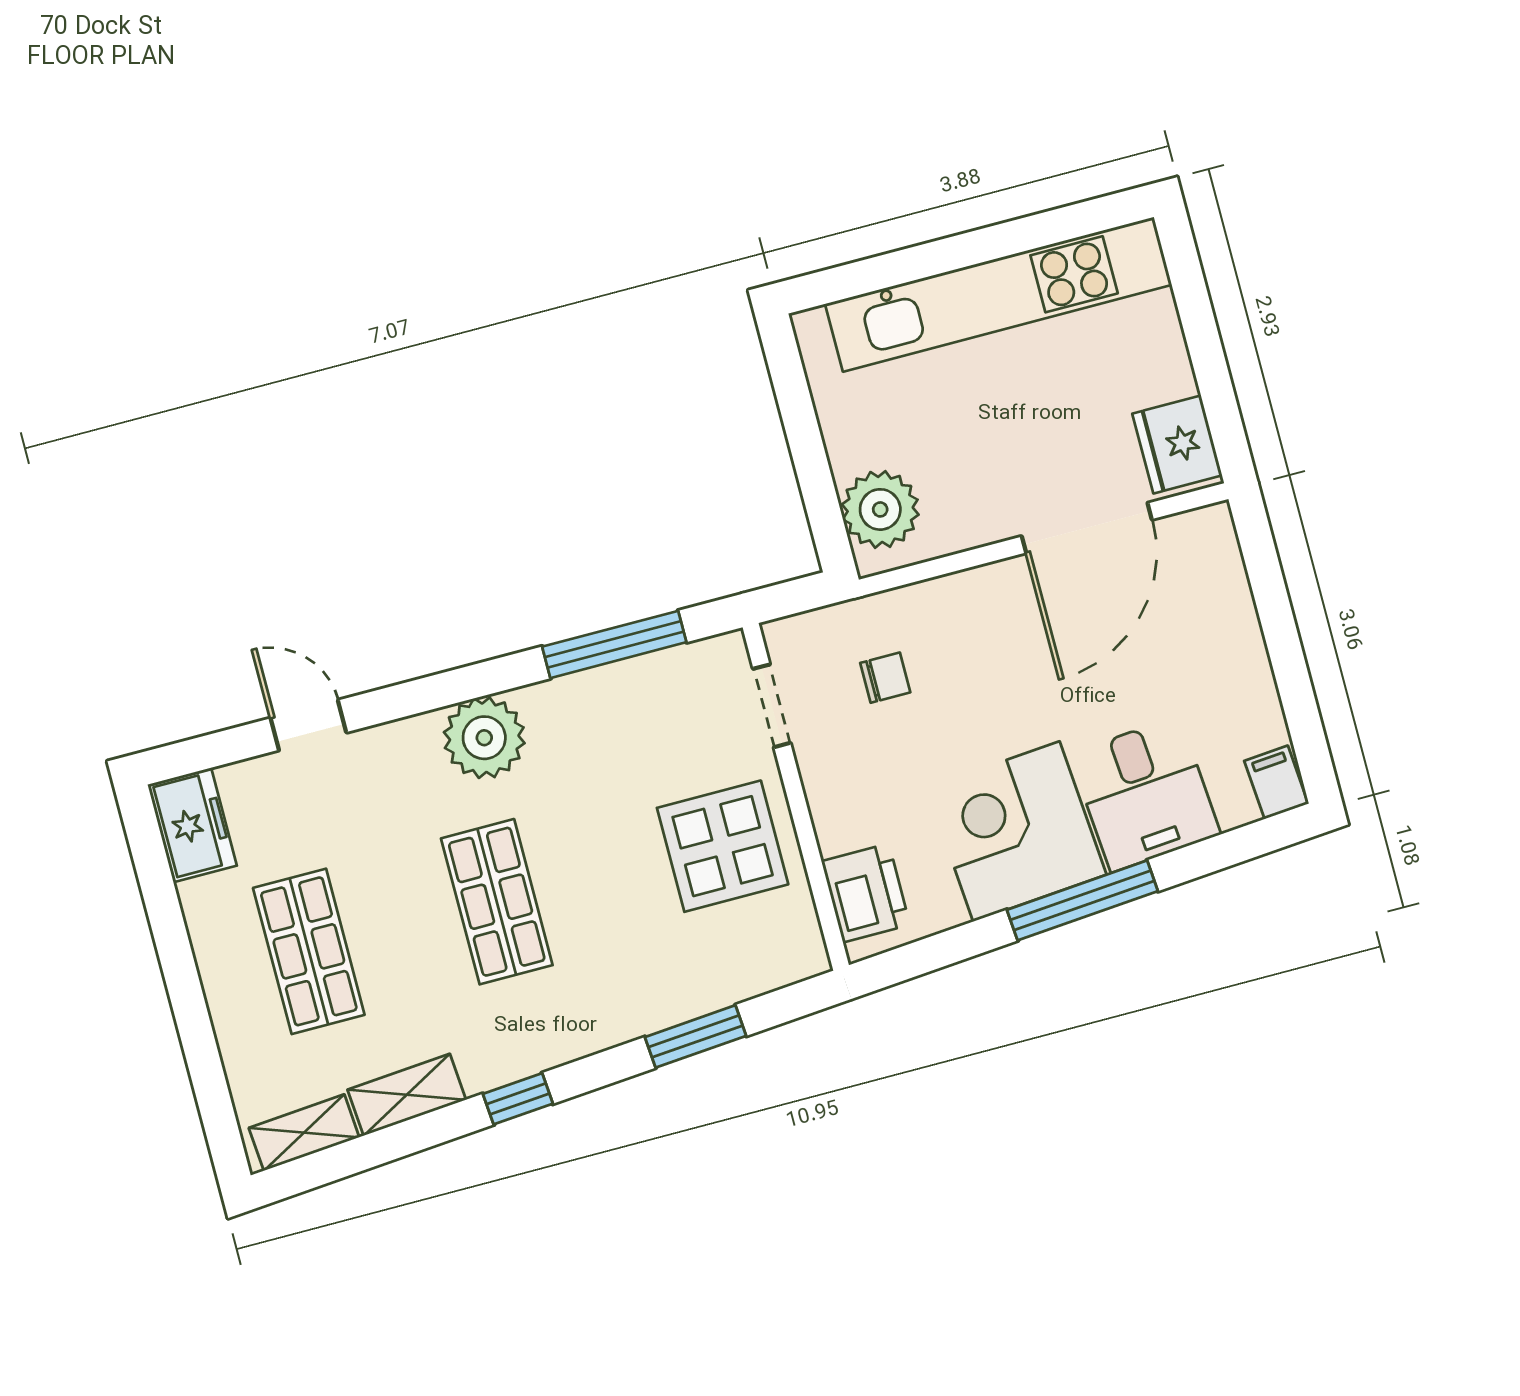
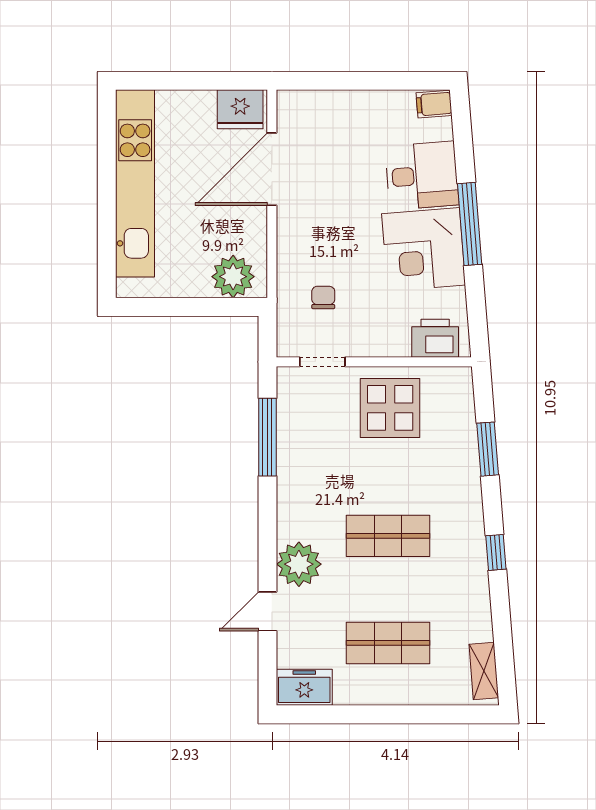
door: (1087, 528) -> (272, 169), swing flipped
plant: (484, 738) -> (299, 564), moved
shelving: (407, 1095) -> (478, 611), removed

